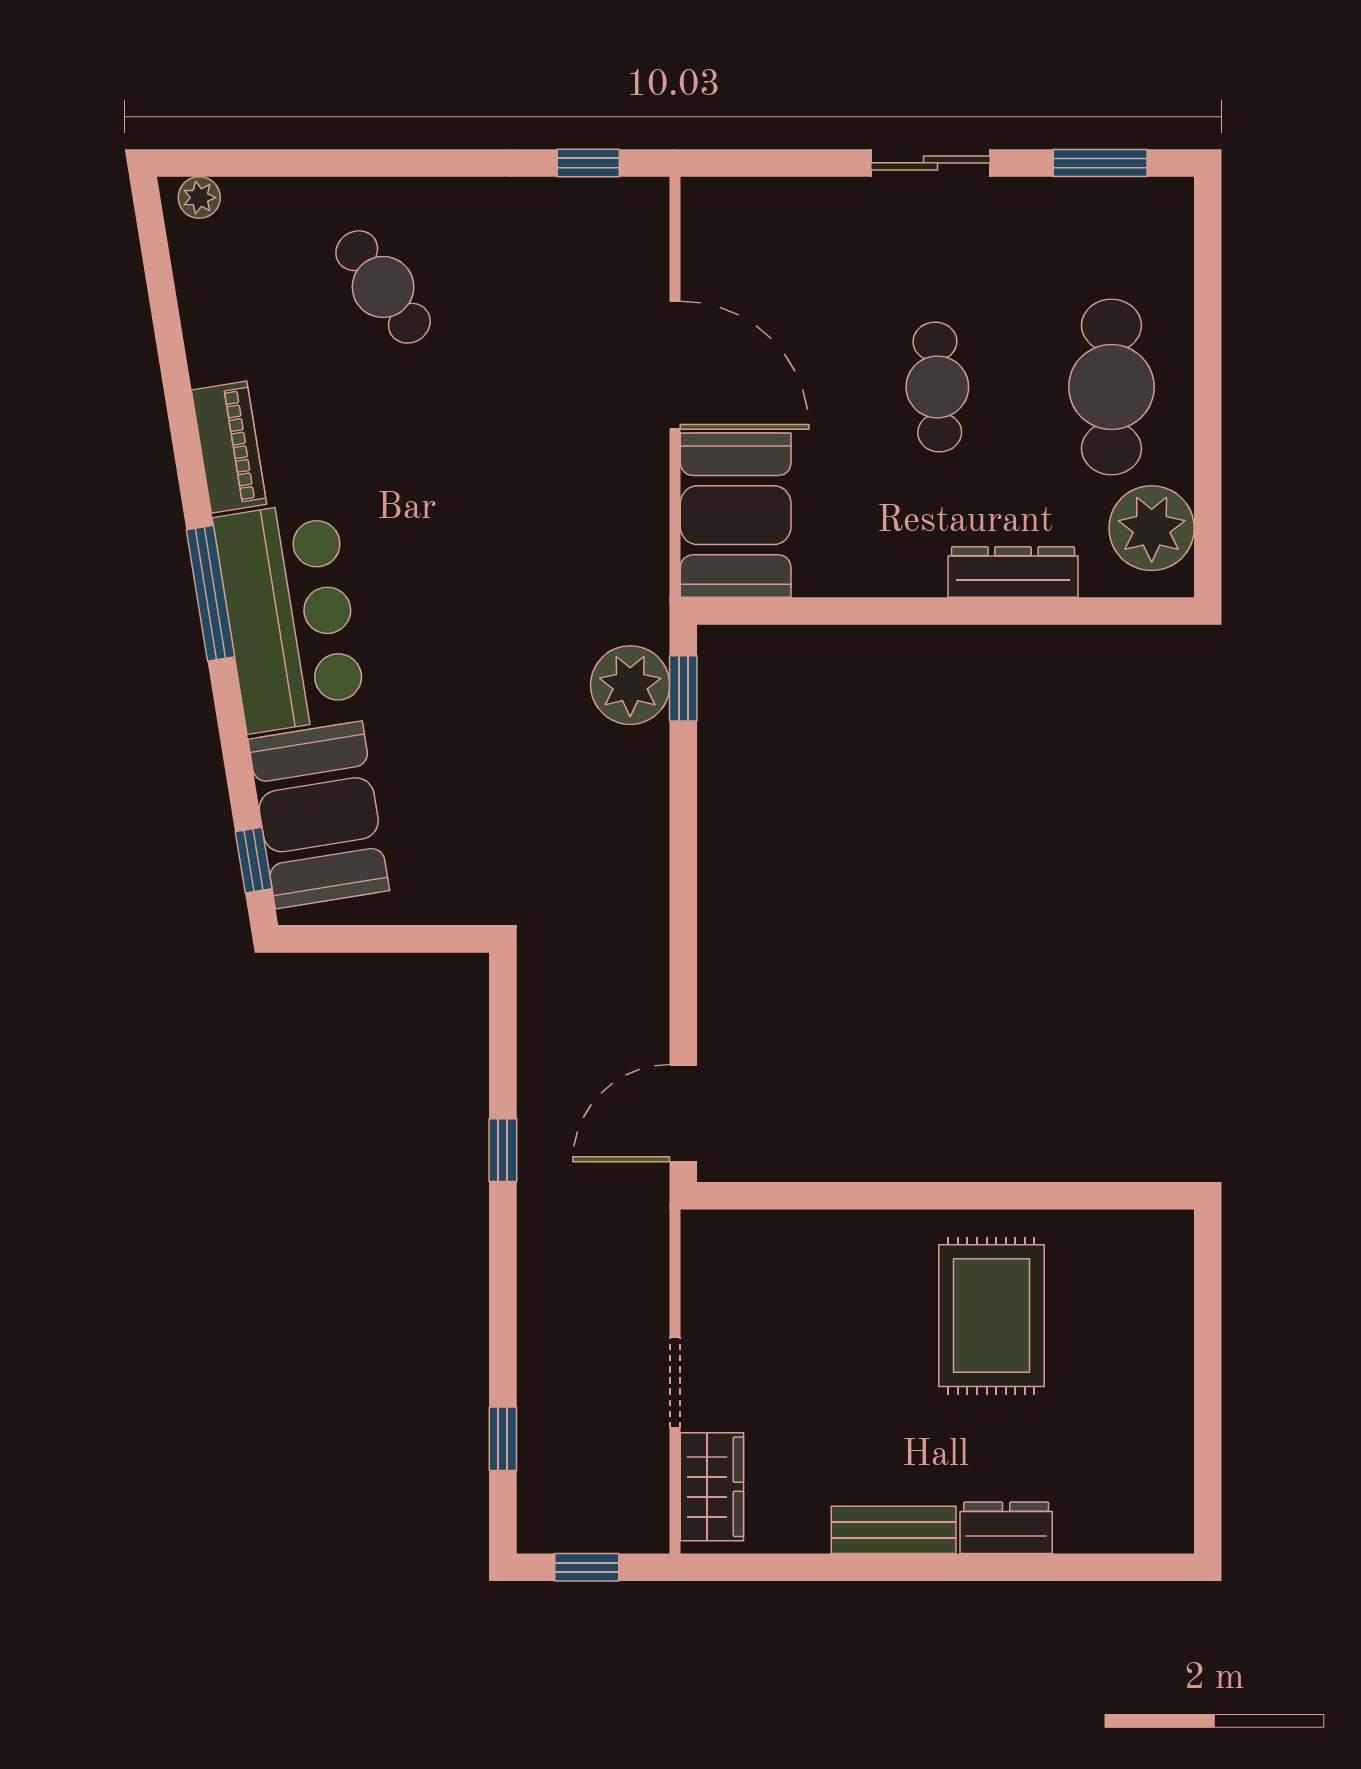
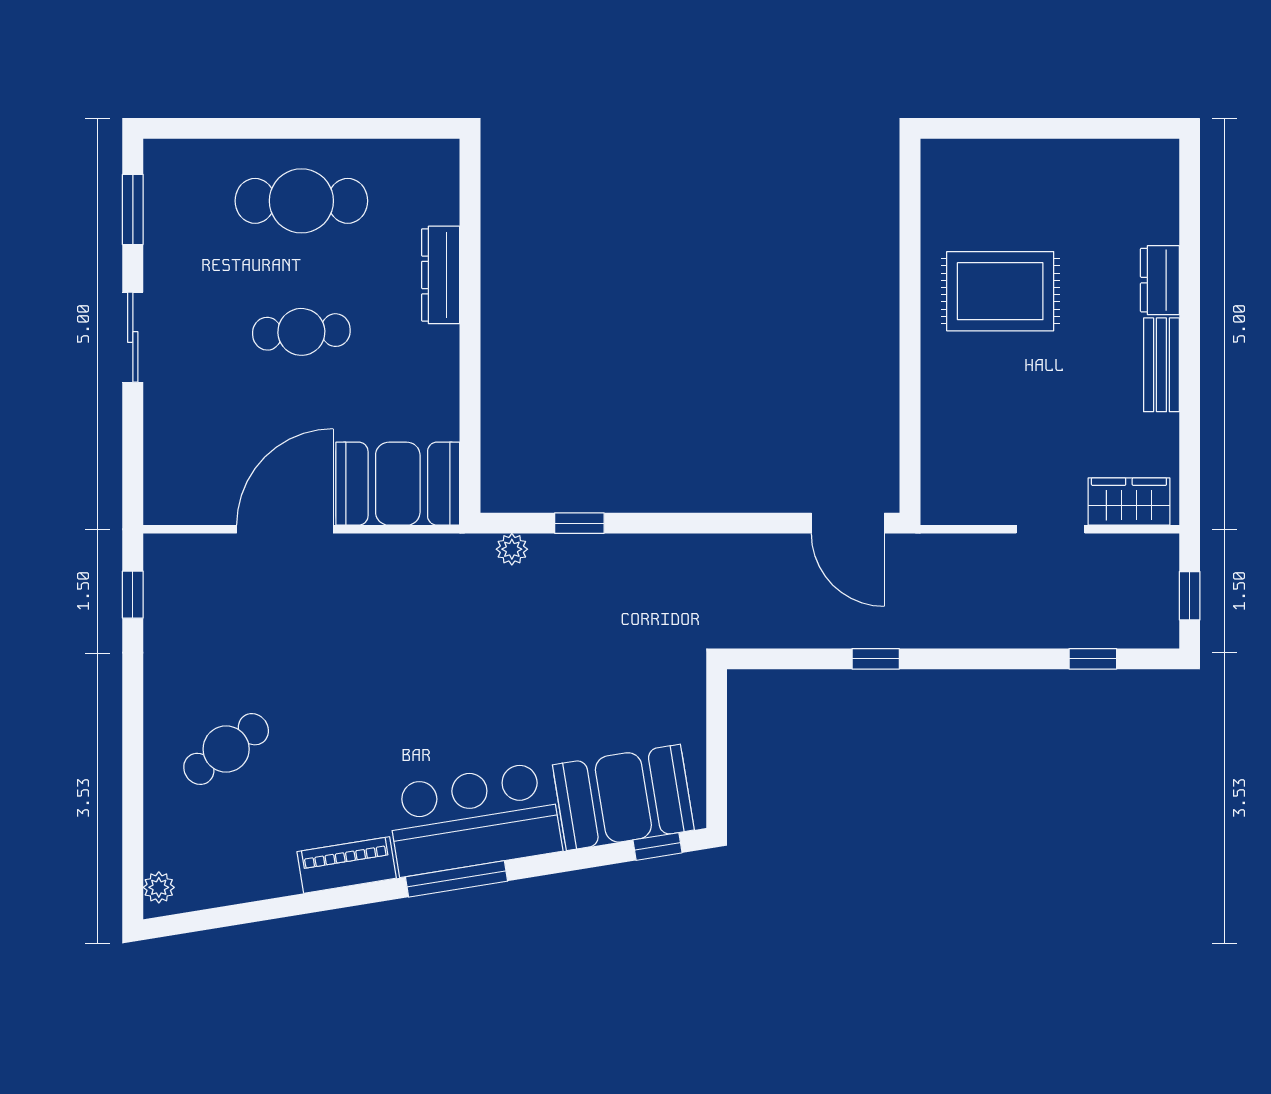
plant: (1152, 528) -> (408, 171), removed
plant: (630, 685) -> (512, 549), width x0.53, depth x0.53
window: (683, 688) -> (579, 523), moved

